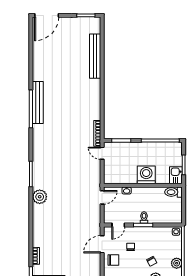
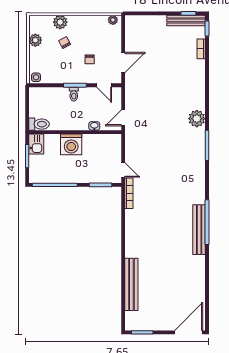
door: (118, 225) -> (104, 85), swing flipped
chair: (113, 260) -> (110, 44), removed

